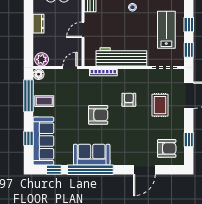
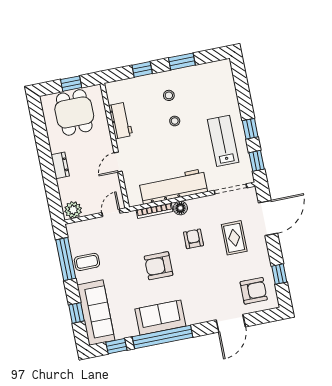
floor lamp: (39, 74) -> (180, 208), moved
armchair: (98, 115) -> (159, 266), turned 180

